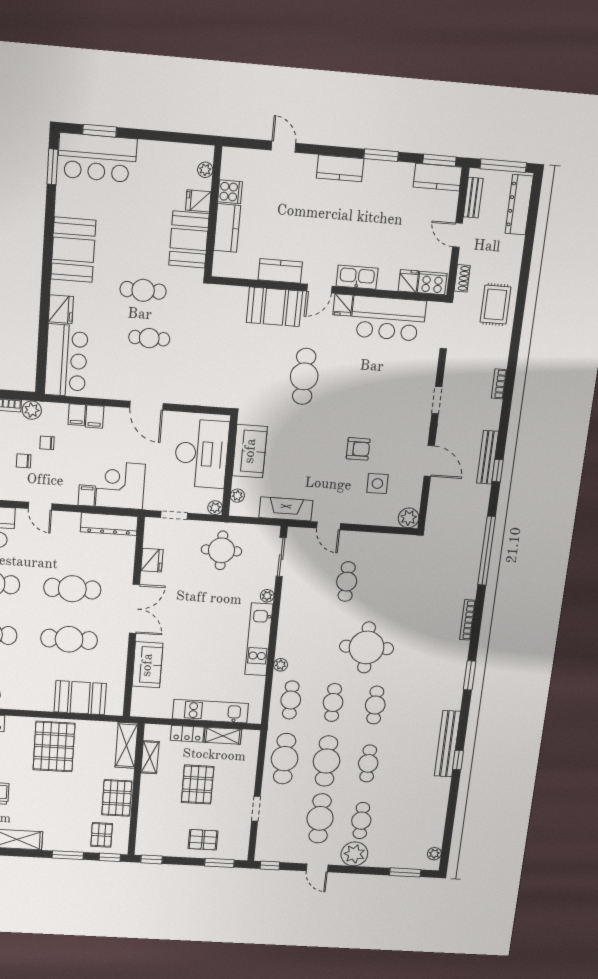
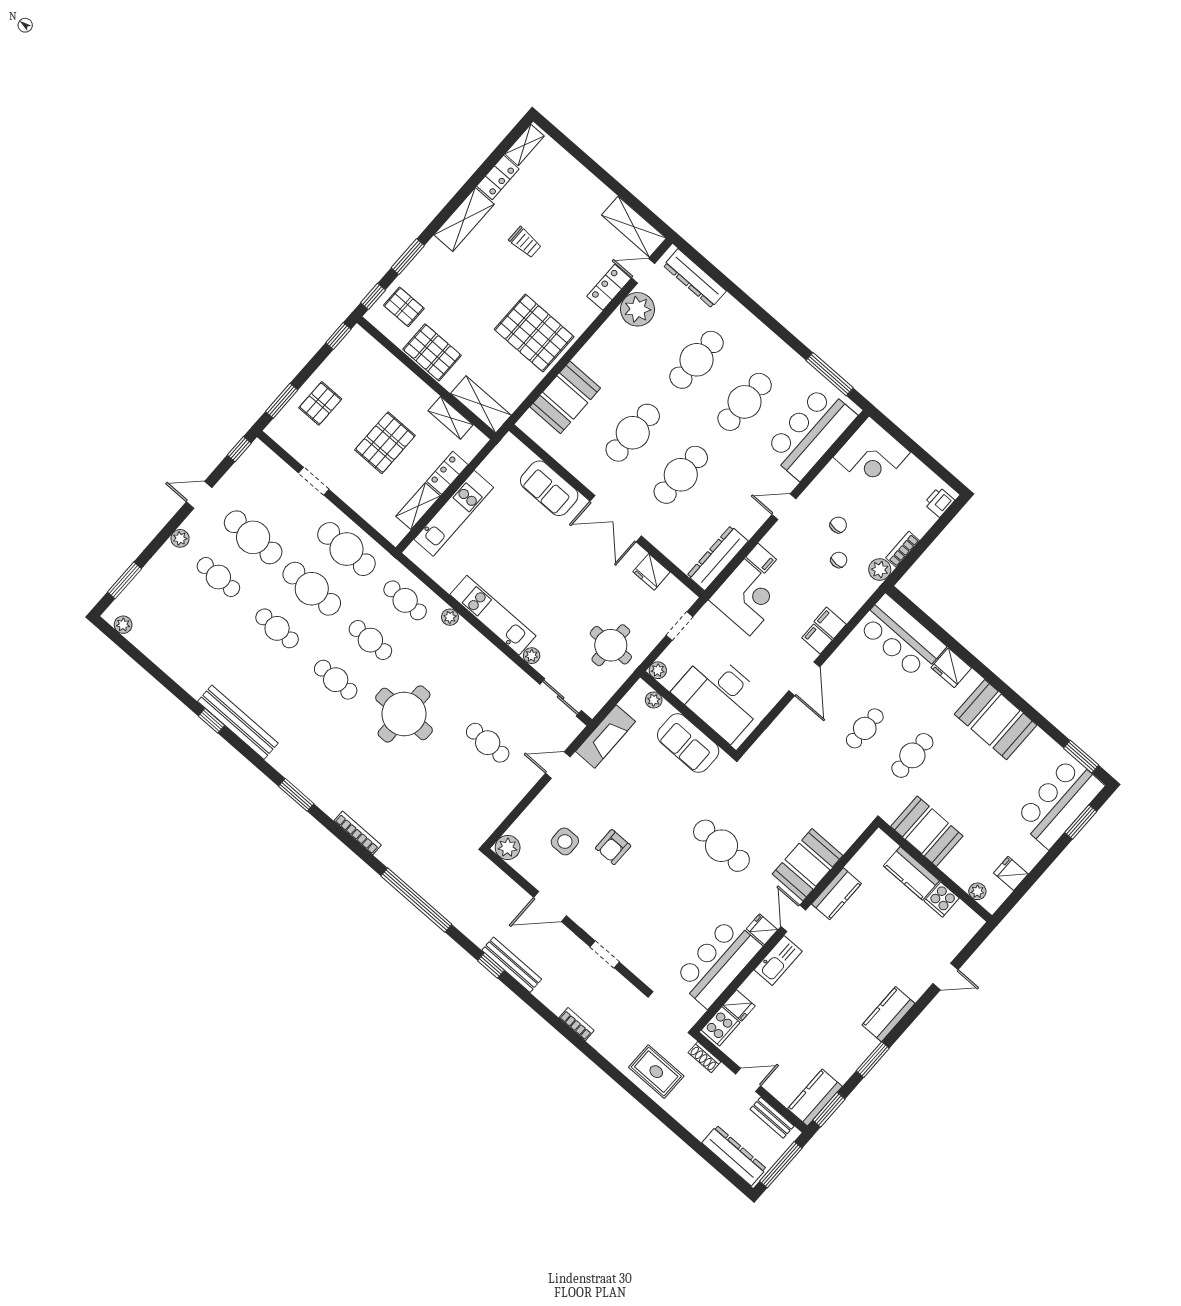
fridge: (198, 201) -> (1011, 873), moved, turned -90
door: (146, 406) -> (804, 679), swing flipped
filing cabinet: (77, 415) -> (817, 639), moved
pallet: (198, 785) -> (385, 443), turned 90
plant: (354, 854) -> (180, 538), width x0.53, depth x0.53

